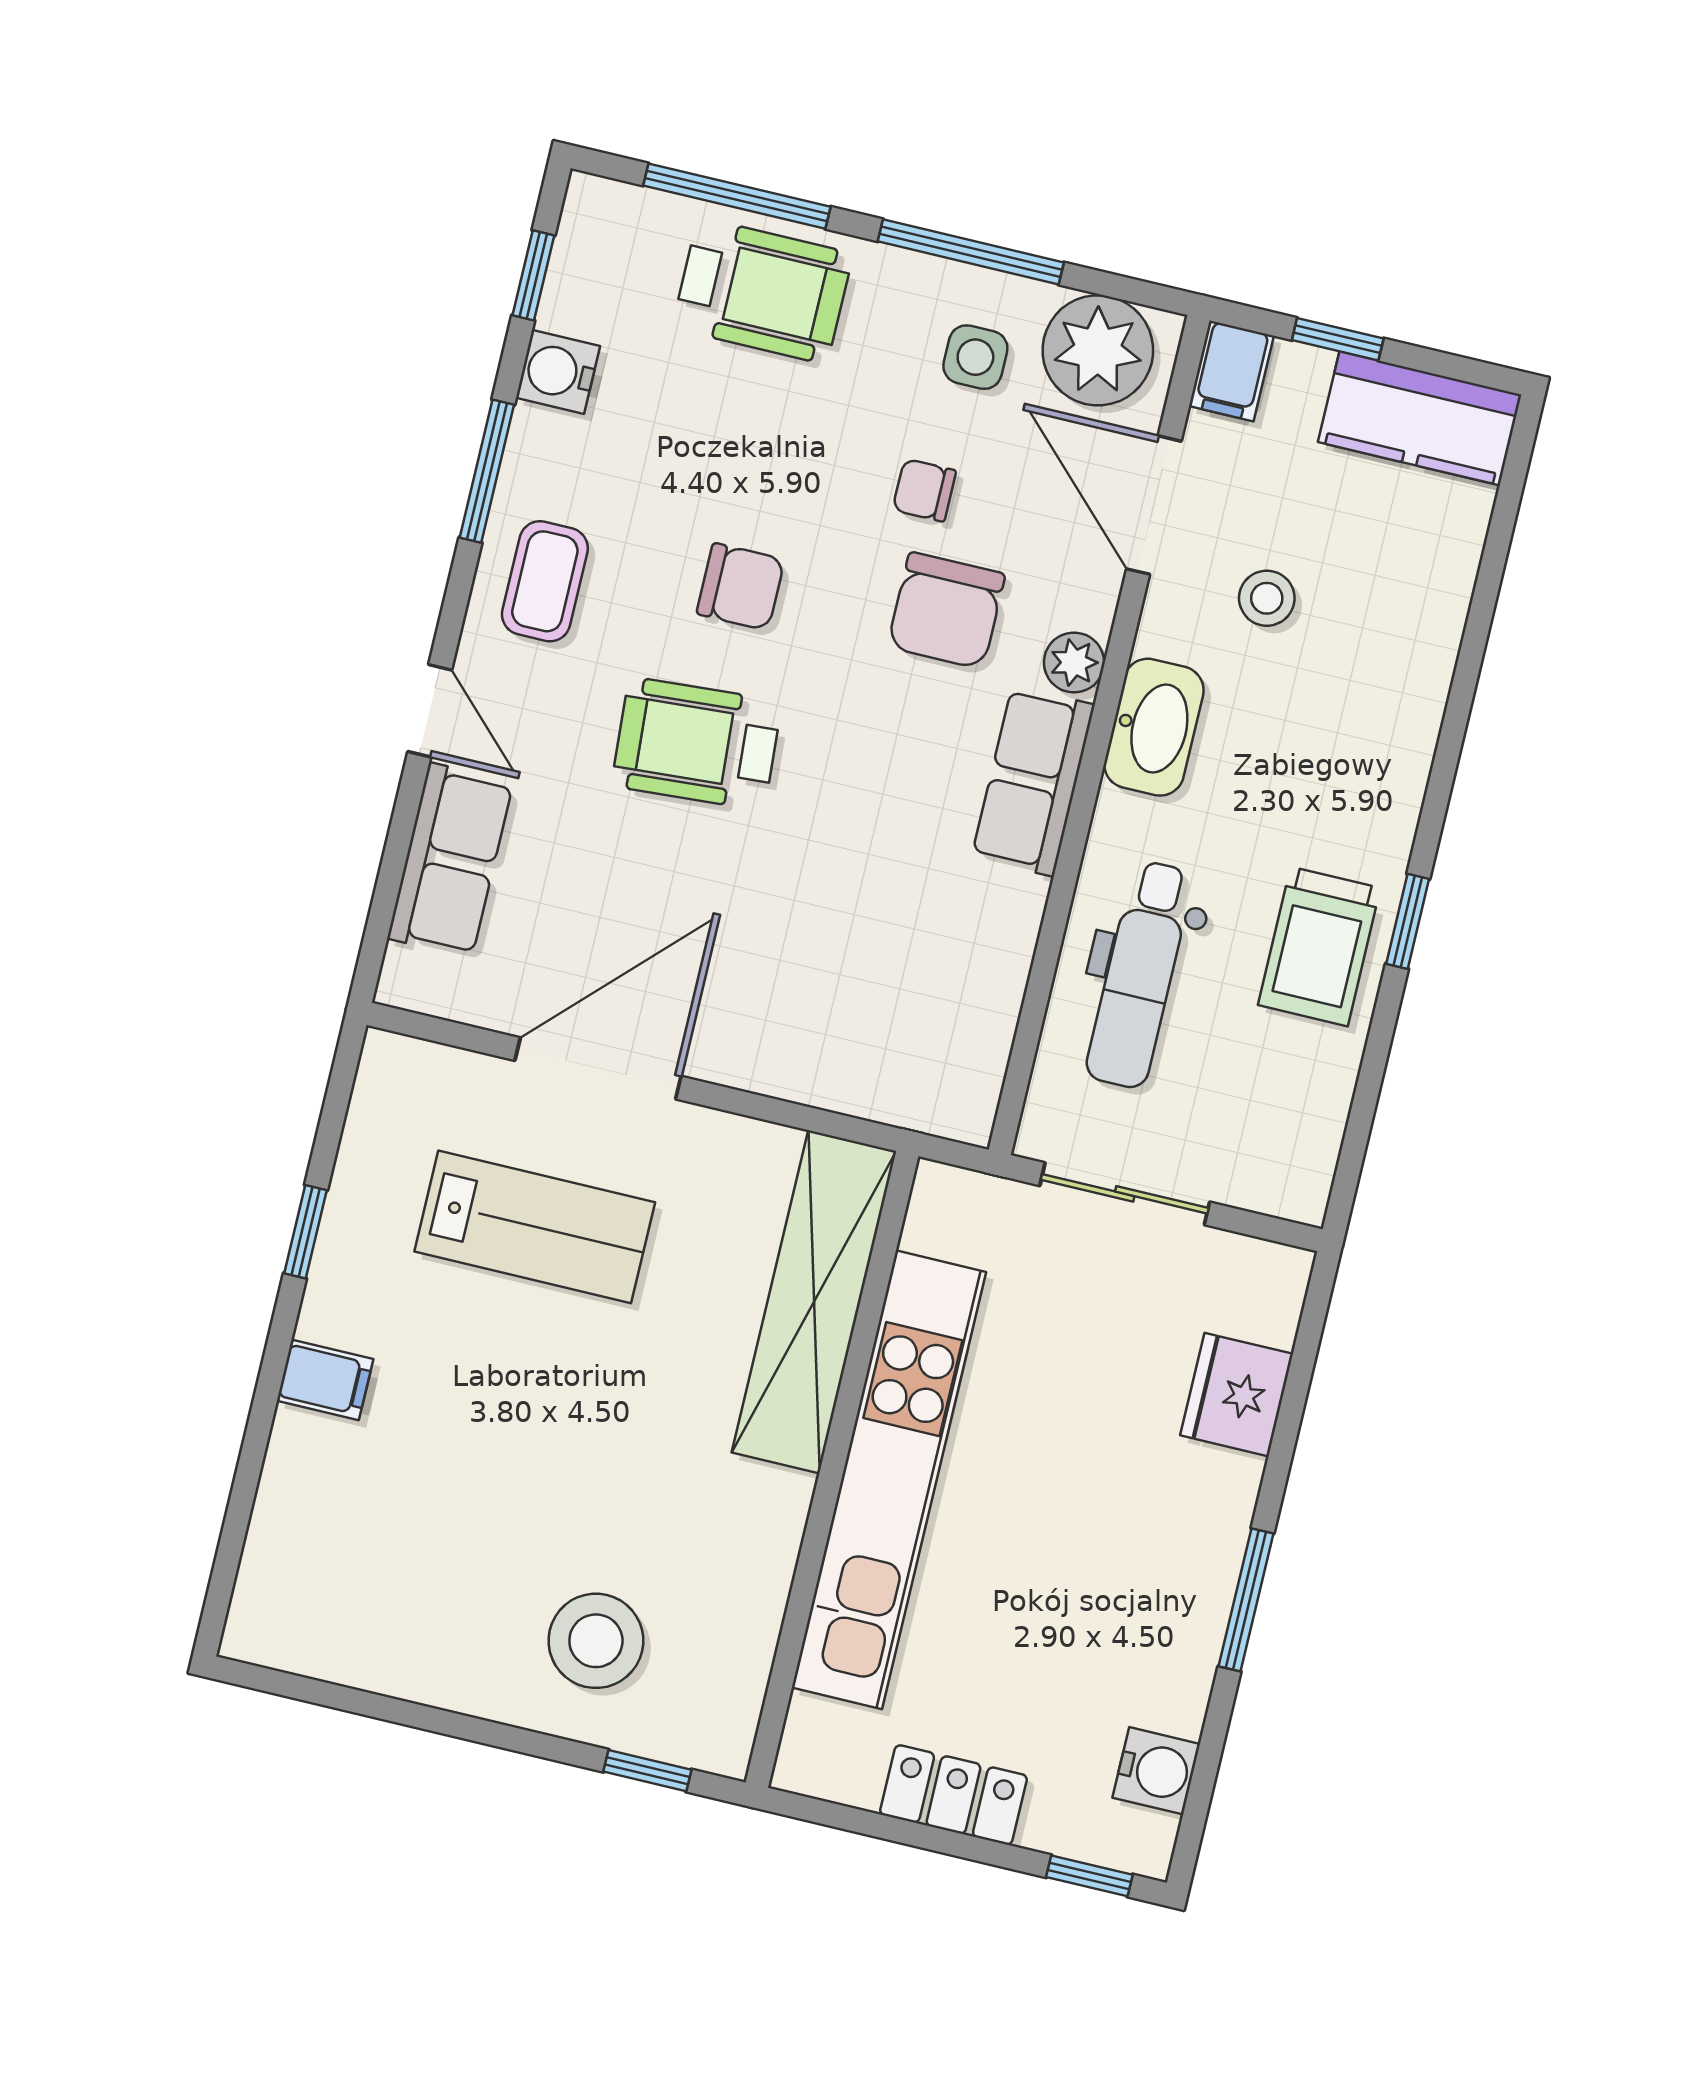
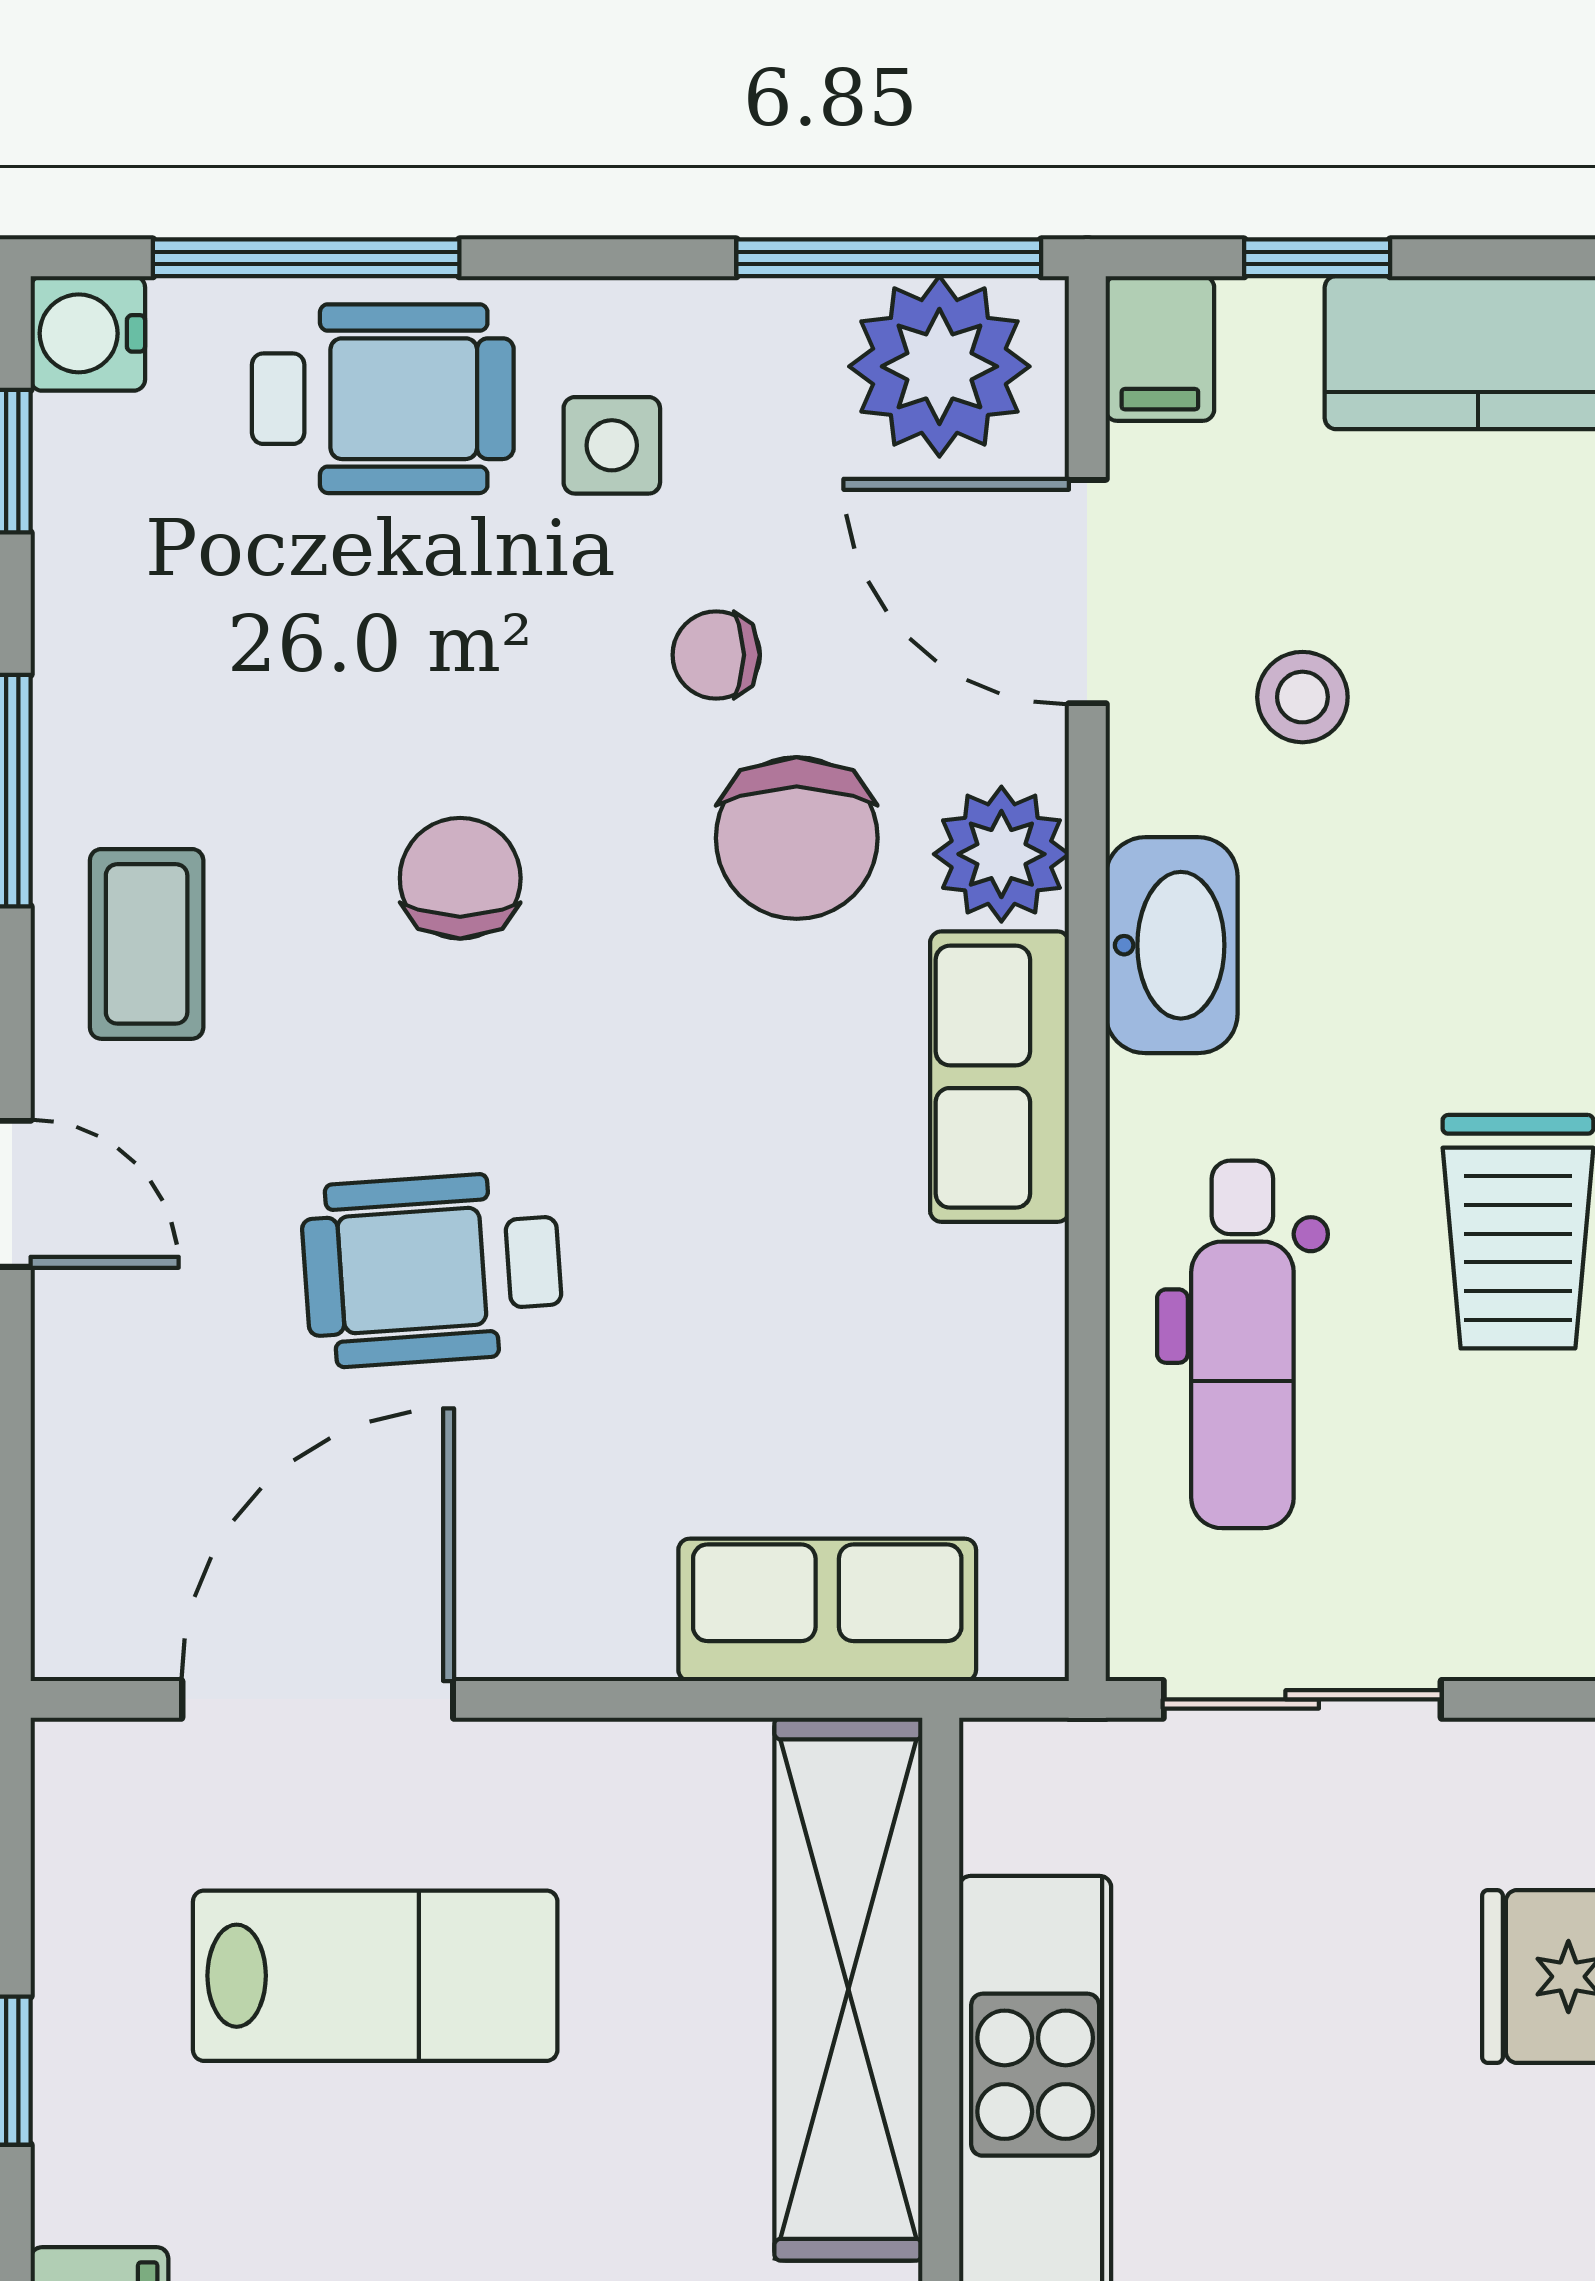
window: (971, 252) -> (889, 258), moved
side table: (975, 357) -> (612, 445), moved
water cooler: (558, 372) -> (88, 333), moved
chair: (741, 587) -> (460, 878), turned -90
plant: (1074, 662) -> (1001, 854), width x1.38, depth x1.38
wheelchair: (697, 744) -> (432, 1269), moved
row of seats: (450, 860) -> (827, 1610), moved, turned -90
door: (598, 1068) -> (318, 1699), moved

